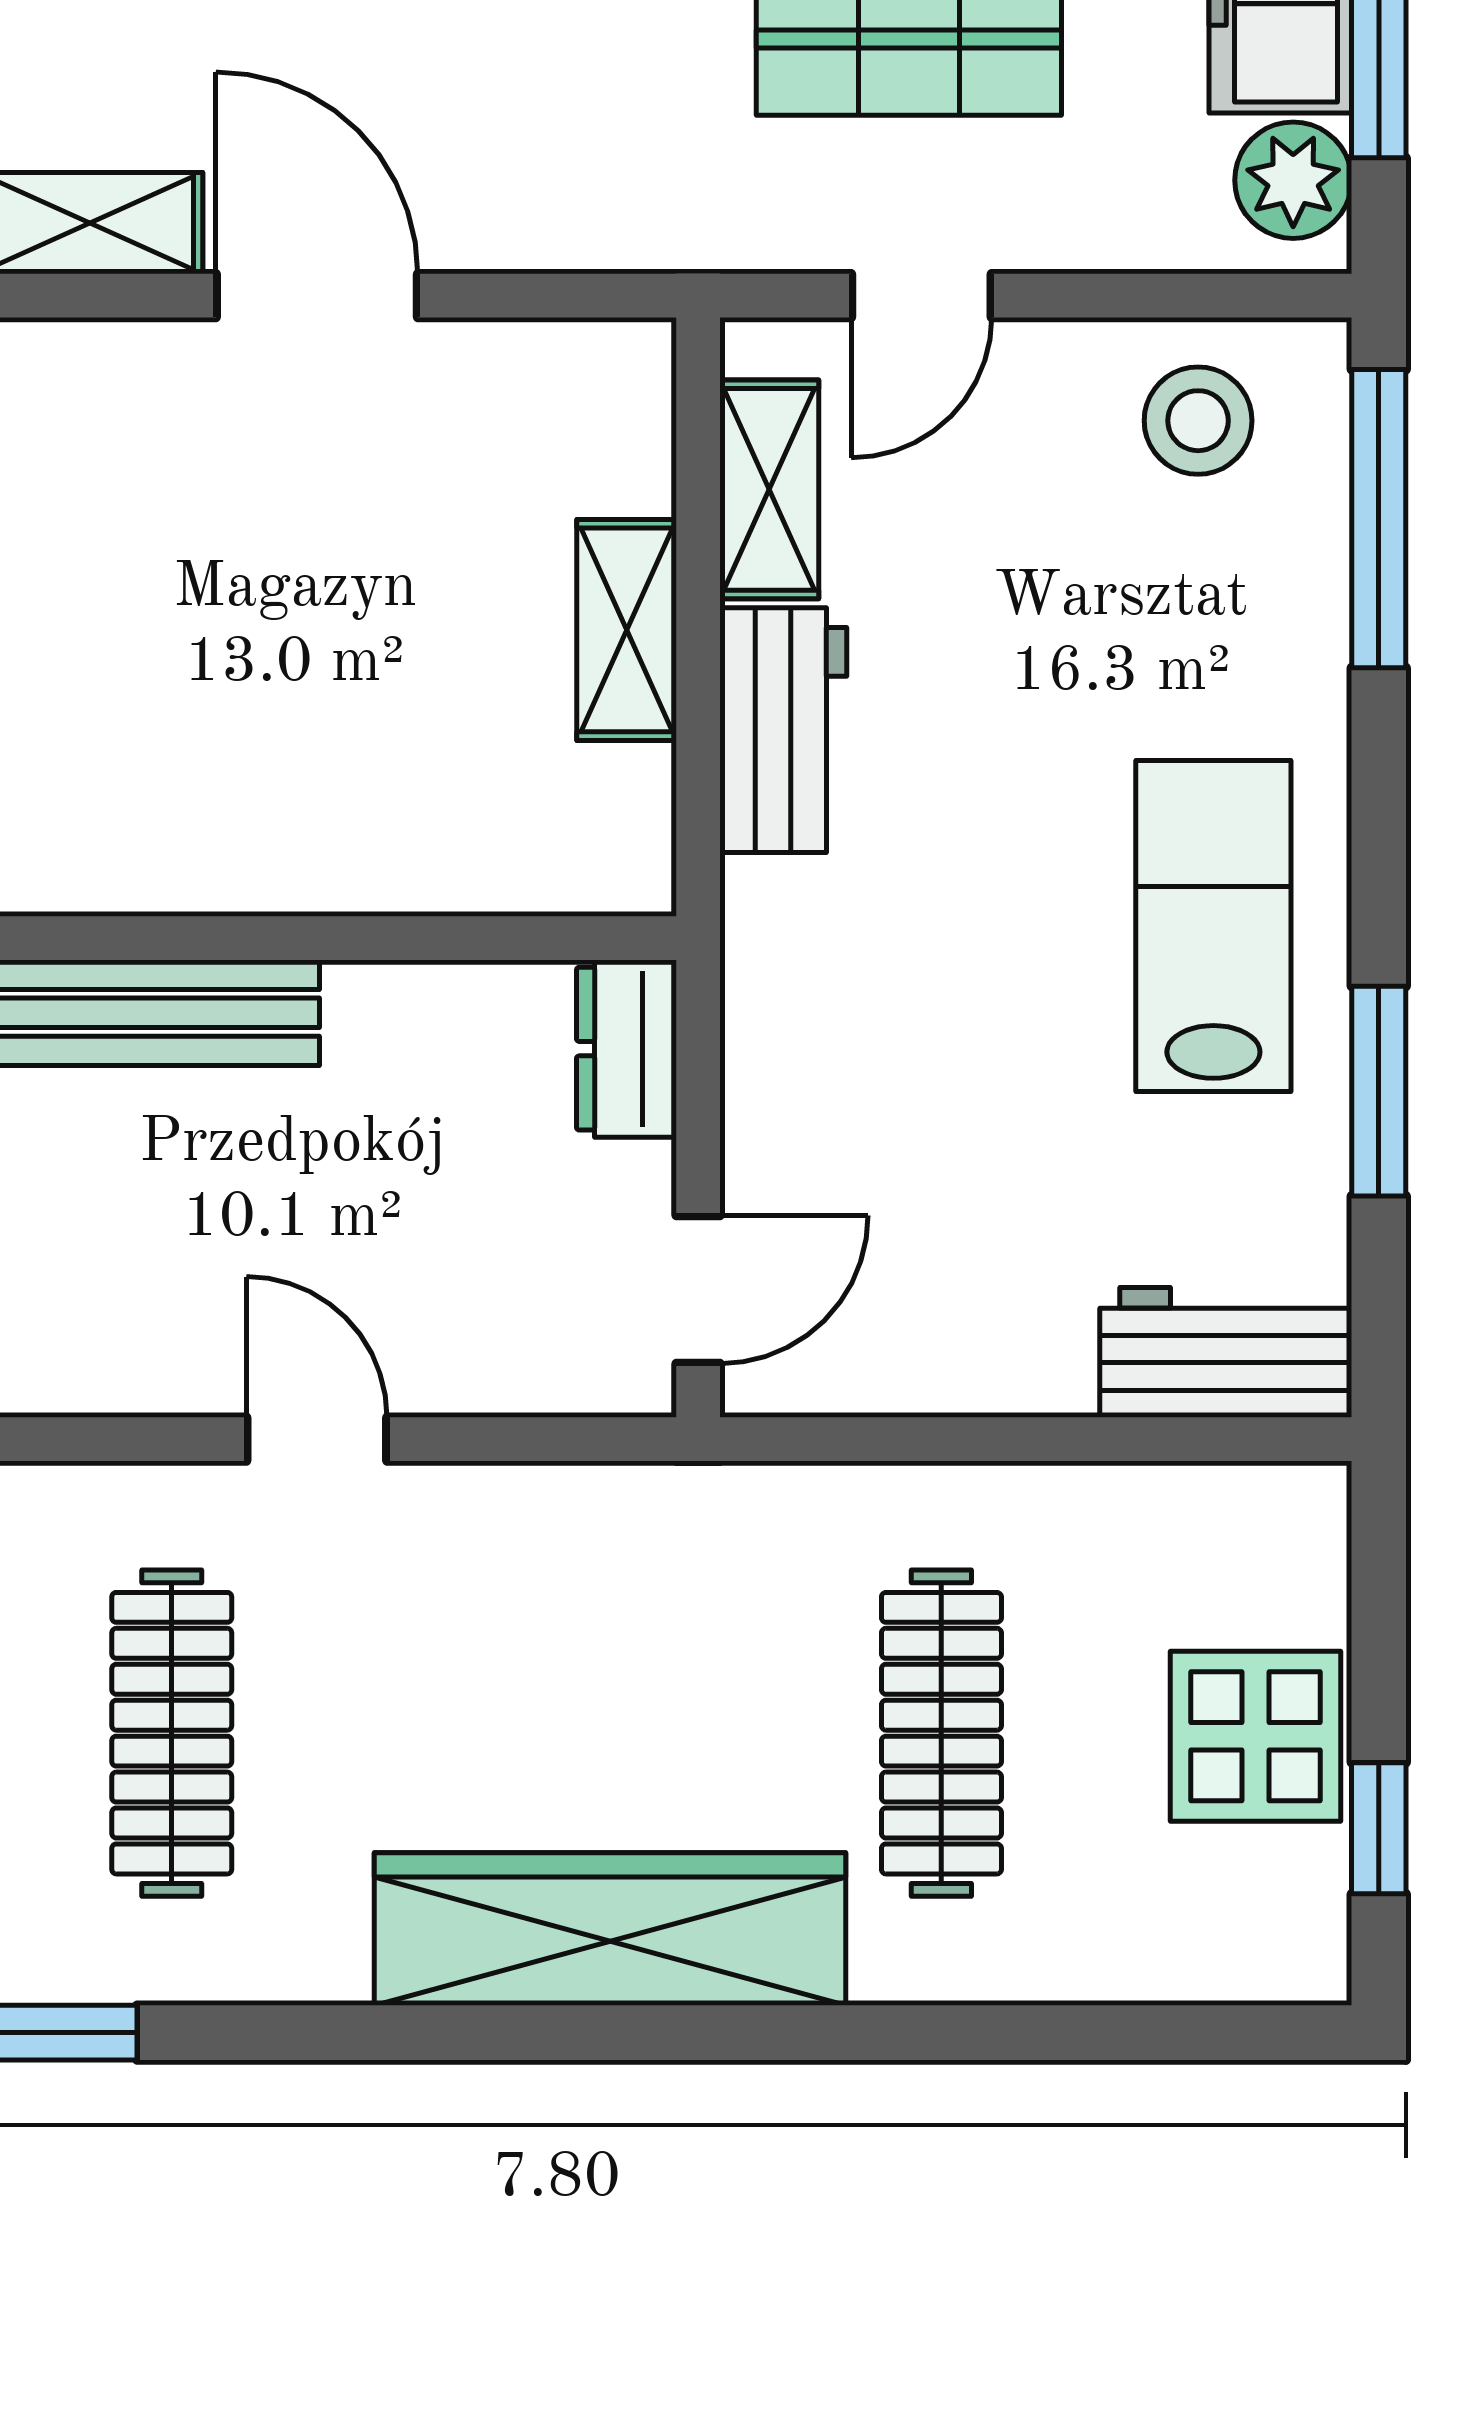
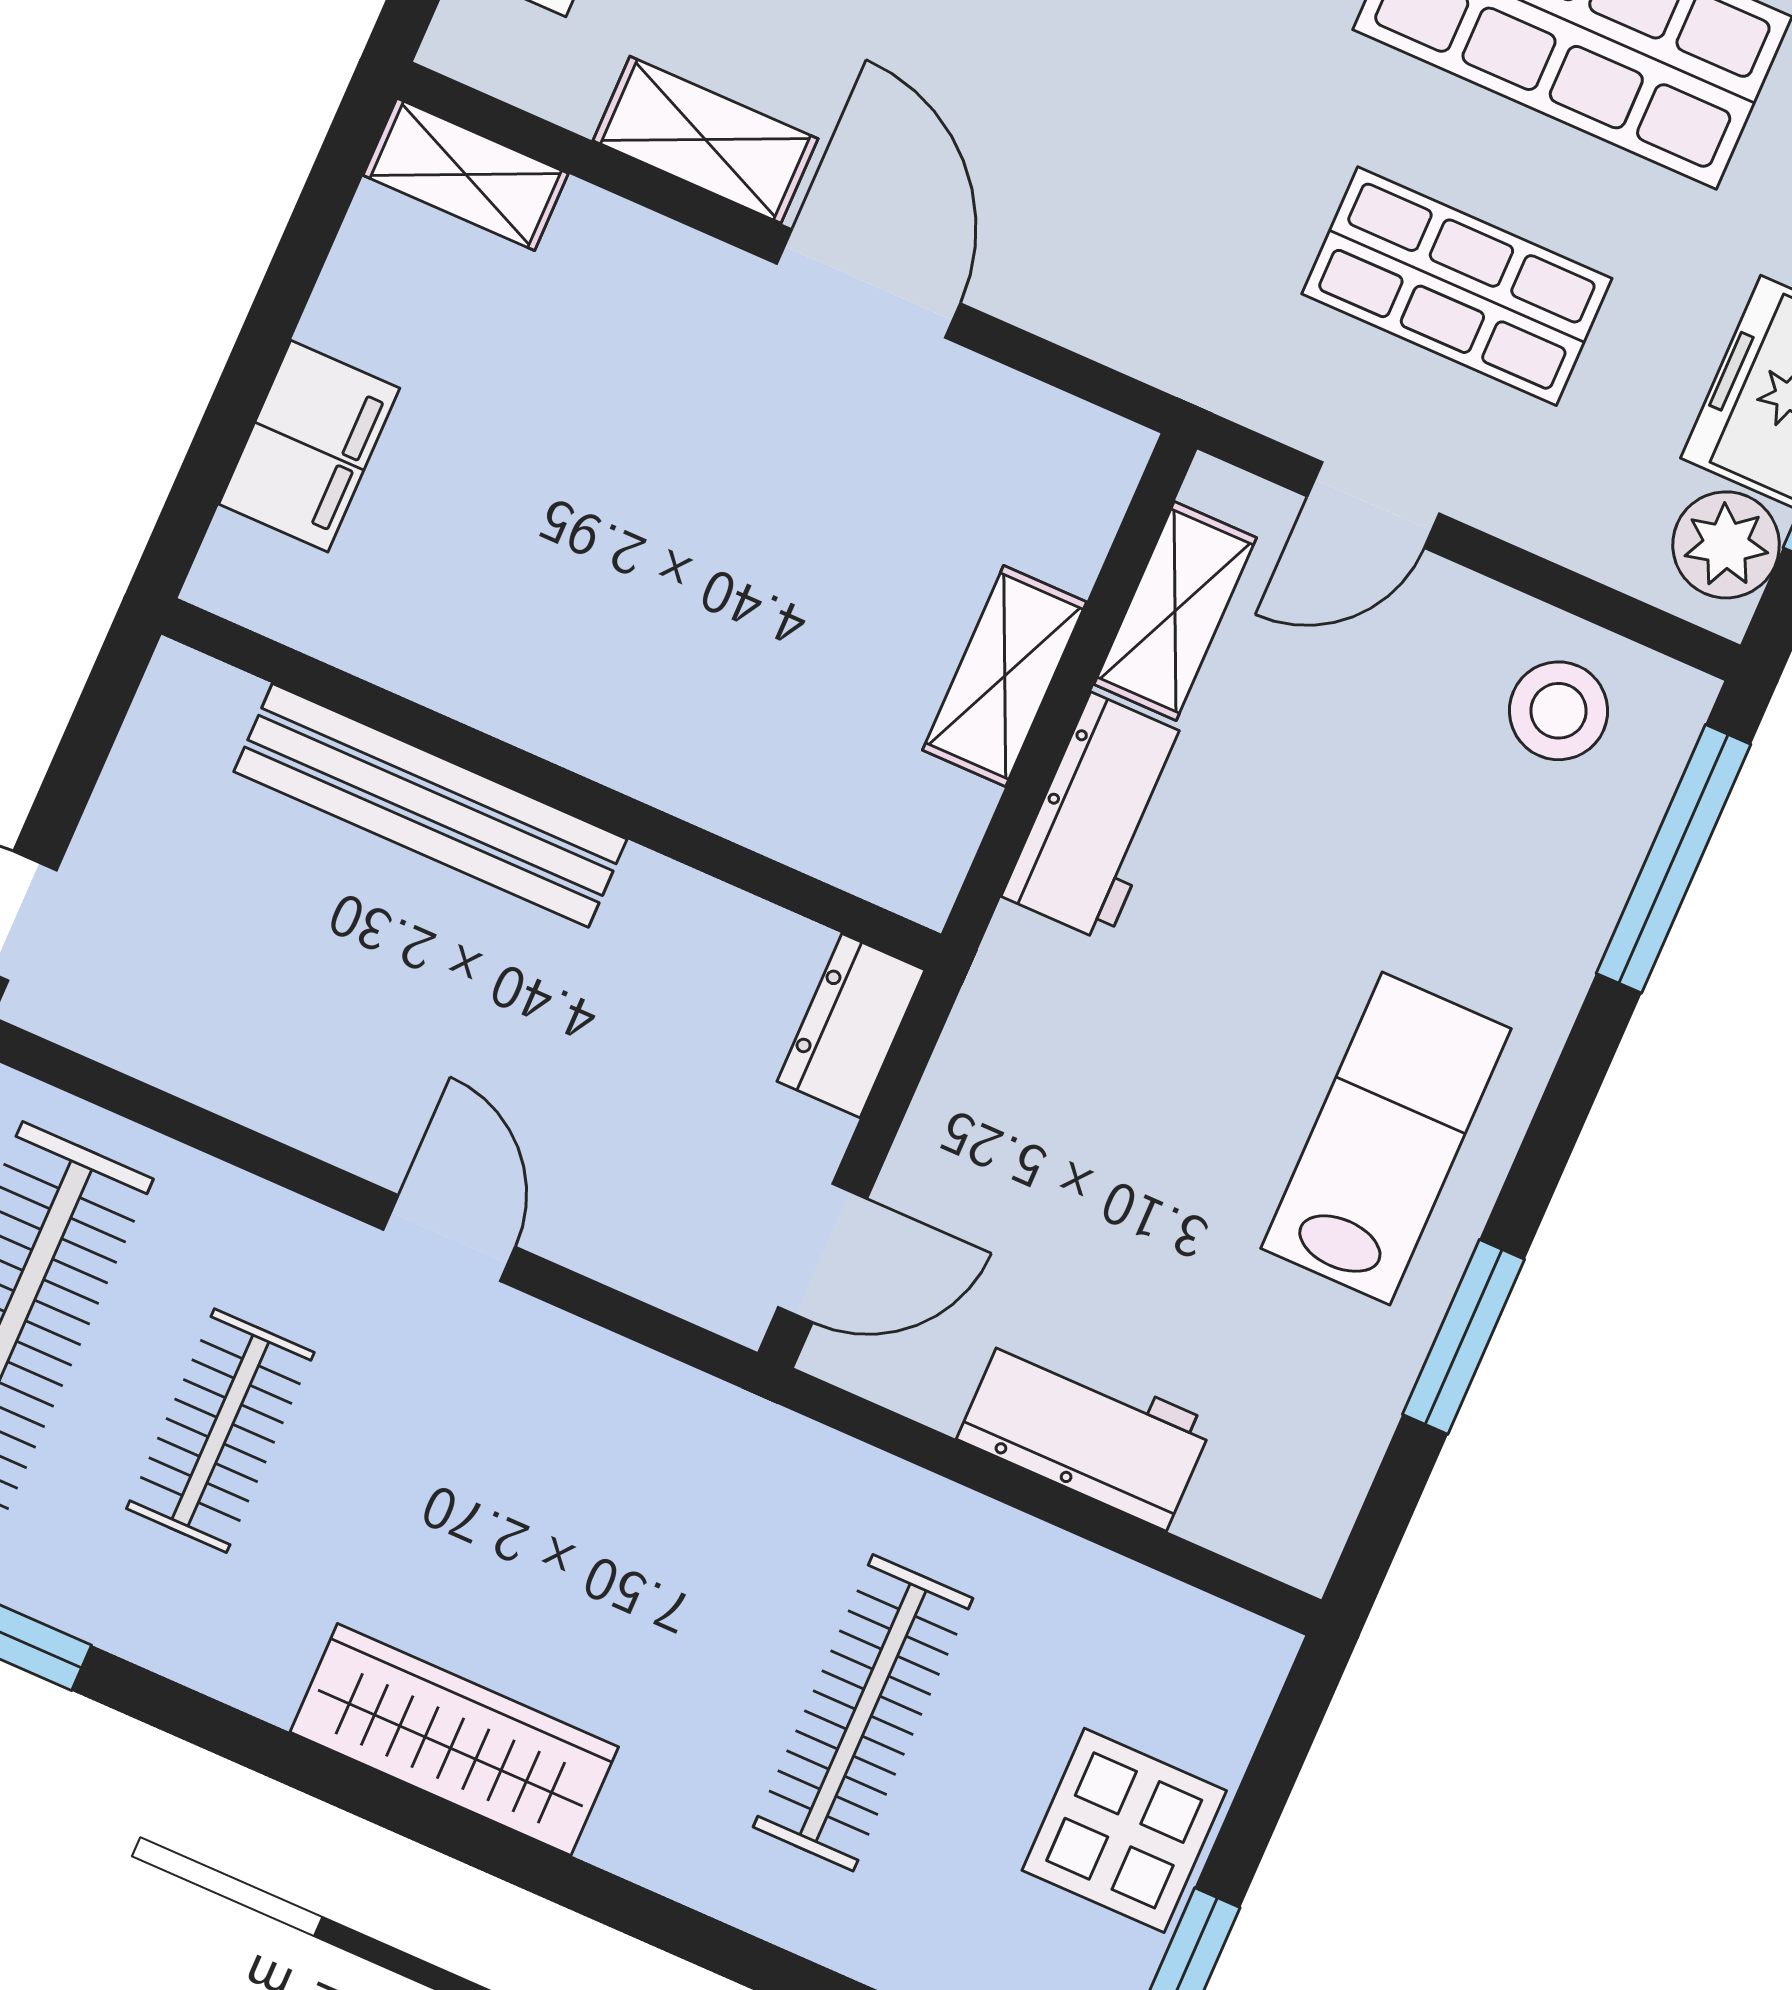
workbench: (1226, 1352) -> (1085, 1431), moved
clothes rail: (172, 1733) -> (220, 1431), width x0.73
wardrobe: (610, 1929) -> (454, 1740), width x0.71, depth x0.85

